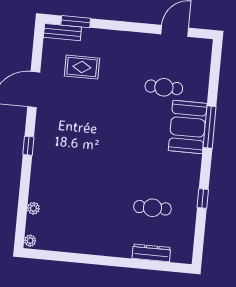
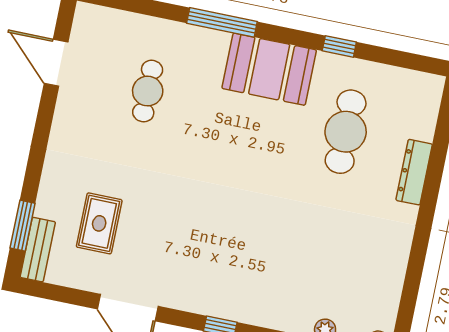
booth: (188, 127) -> (269, 69), moved
cafe table: (152, 208) -> (346, 132), width x1.37, depth x1.35
dresser: (151, 253) -> (414, 172), moved

